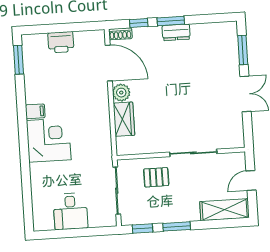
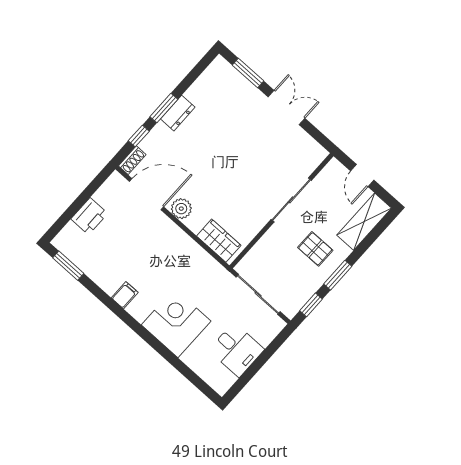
wardrobe: (124, 119) -> (219, 241), moved
corner desk: (49, 140) -> (176, 323), moved
pallet: (156, 177) -> (315, 249), moved, turned 90

